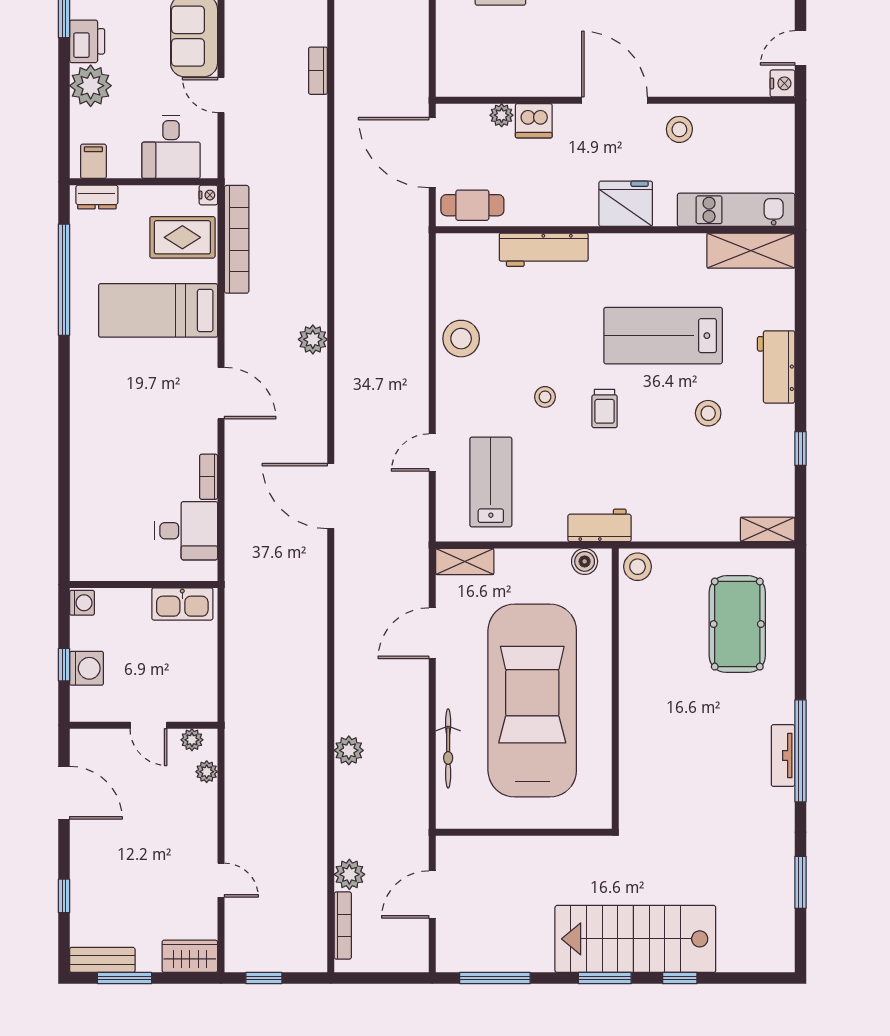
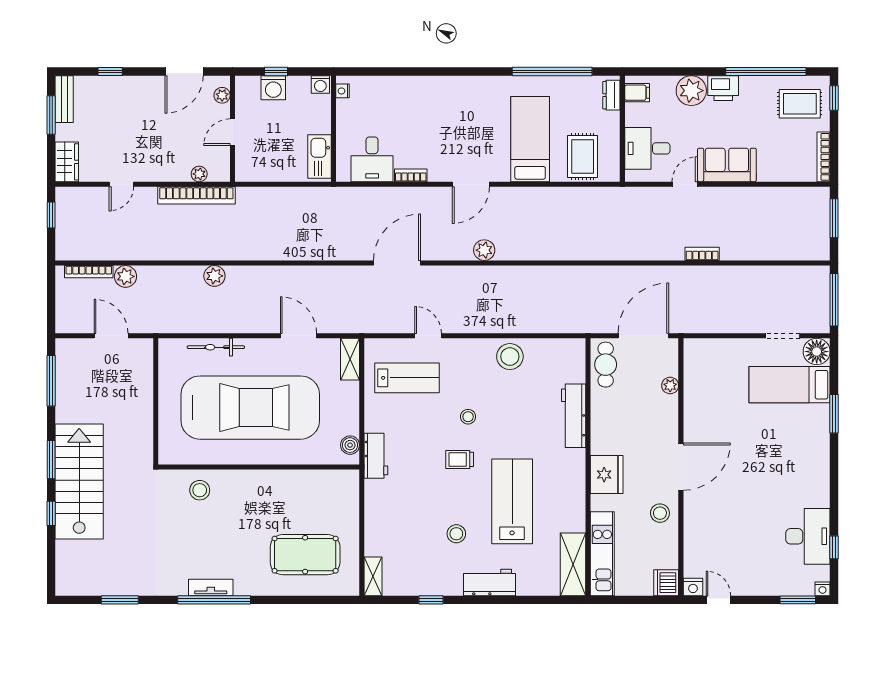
dishwasher: (534, 121) -> (666, 583), moved
nightstand: (208, 195) -> (343, 91), moved, turned 90
bookcase: (237, 239) -> (196, 195), moved
plant: (313, 339) -> (484, 250), moved
stool: (638, 567) -> (200, 490), moved
plant: (192, 740) -> (222, 95), moved

